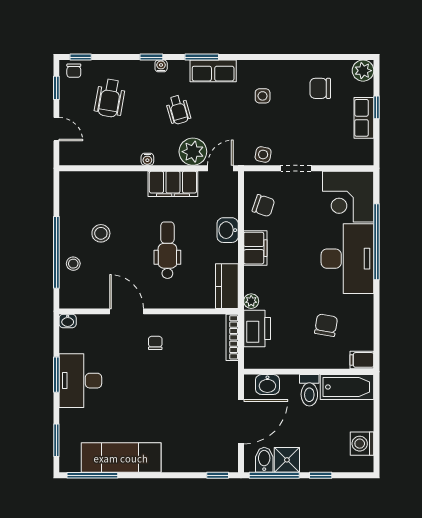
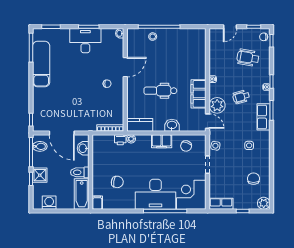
row of seats: (364, 118) -> (221, 204), moved
stool: (101, 233) -> (170, 52), removed
dental chair: (167, 250) -> (160, 91), turned 180
printer: (257, 328) -> (120, 140), width x0.53, depth x0.68
shower: (287, 460) -> (40, 175), moved

